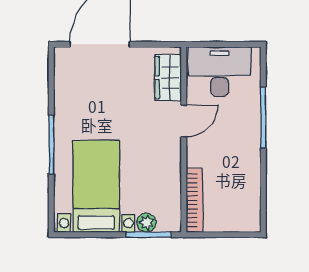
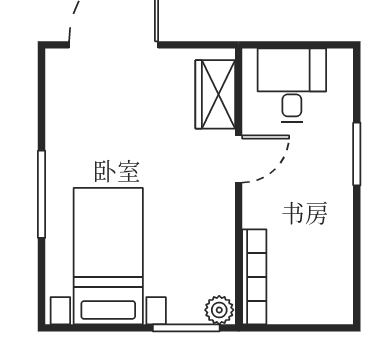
desk: (220, 72) -> (292, 85), width x0.73
window: (263, 118) -> (357, 154), width x0.69
plant: (146, 223) -> (219, 310), moved

